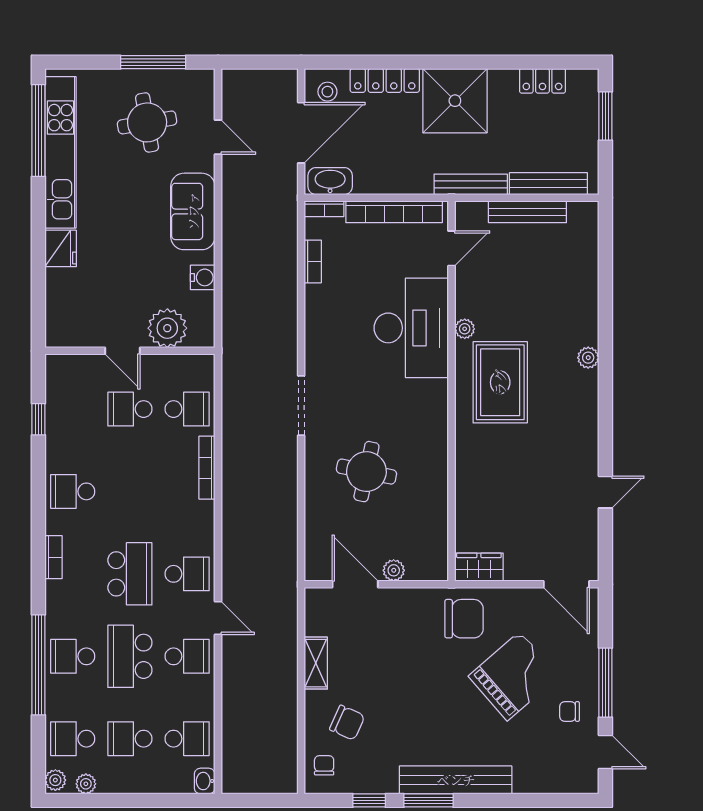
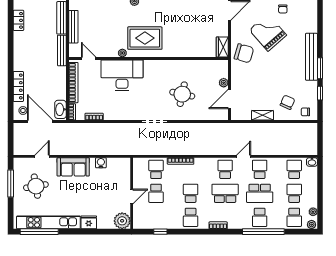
shower: (455, 101) -> (27, 57), removed
plant: (167, 328) -> (122, 221), moved
school desk: (130, 491) -> (191, 193), added
chair: (464, 619) -> (244, 53), turned 106
school desk: (130, 739) -> (294, 193), turned 180

